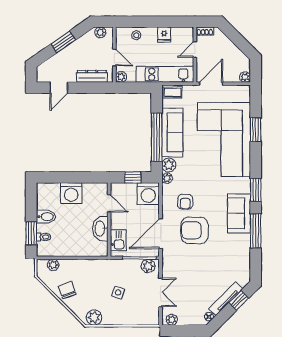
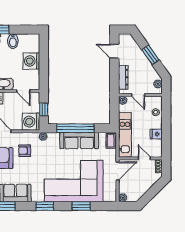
door: (114, 58) -> (138, 95), hinge flipped
door: (211, 84) -> (118, 171), hinge flipped
plant: (169, 165) -> (53, 138), removed
window: (256, 190) -> (45, 206), moved
door: (109, 203) -> (23, 91), hinge flipped

